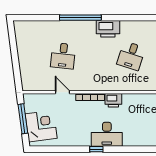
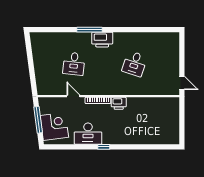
window: (80, 18) -> (89, 30), width x0.68
printer: (108, 29) -> (102, 40), moved
desk: (107, 134) -> (88, 134), moved

